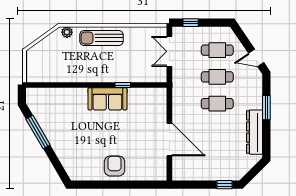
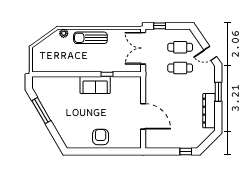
double door: (169, 51) -> (143, 48), width x1.37
cafe table: (217, 104) -> (180, 89), removed

